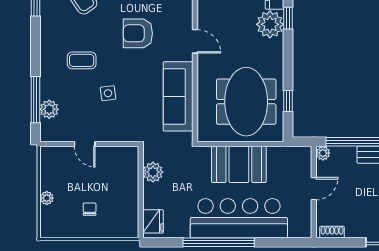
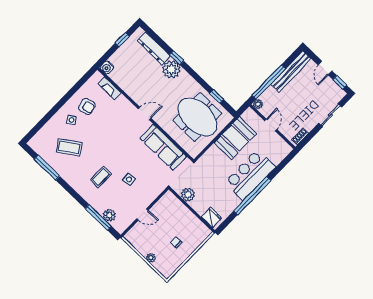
armchair: (138, 33) -> (114, 137), removed
booth: (239, 164) -> (235, 138), moved
bar counter: (239, 218) -> (250, 175), width x0.73

